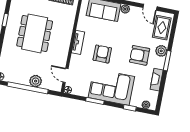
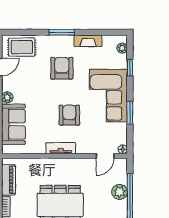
plant: (161, 51) -> (51, 42), removed
armchair: (102, 54) -> (69, 115), turned 90
armchair: (140, 55) -> (62, 68), turned 180

